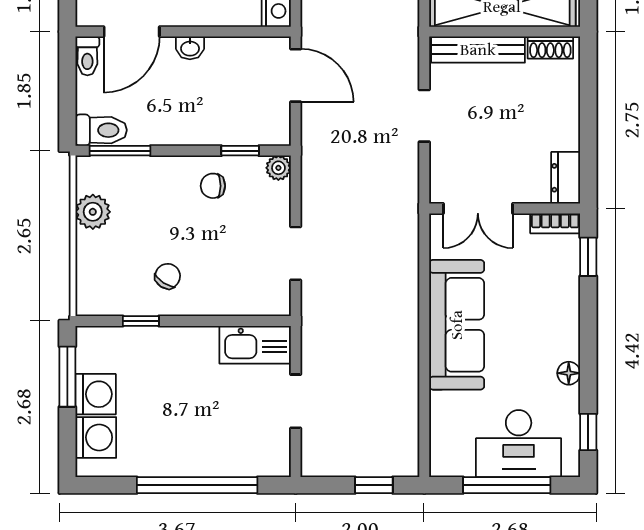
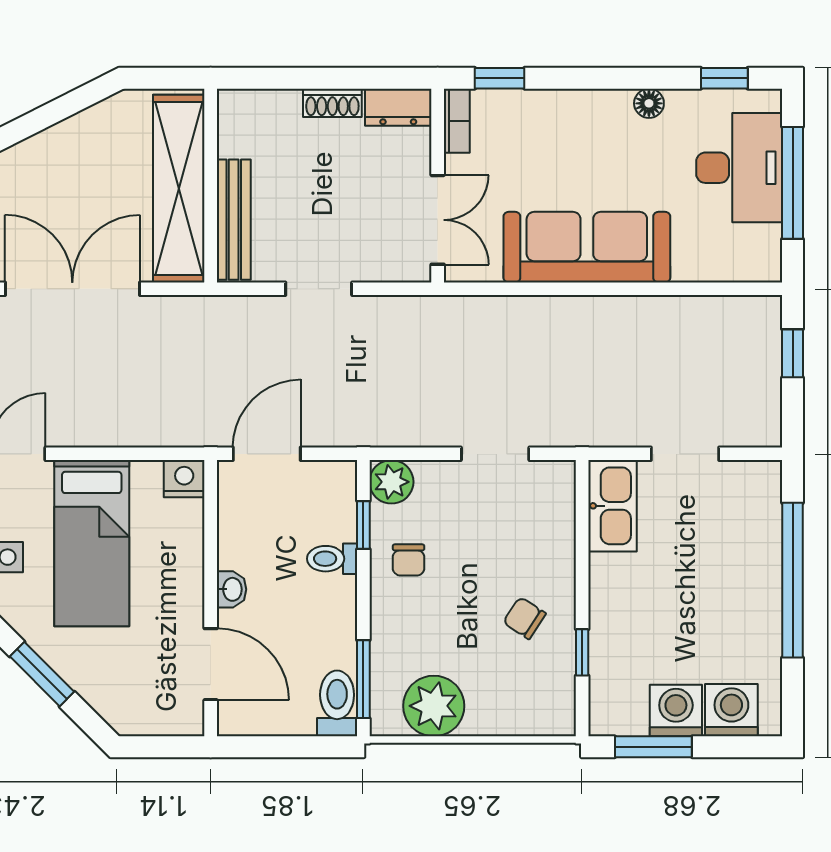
shoe rack: (550, 48) -> (332, 103), moved, turned 90
toilet: (87, 56) -> (332, 559), moved, turned 180
plant: (278, 168) -> (391, 482), width x1.38, depth x1.38
plant: (93, 212) -> (434, 706), width x1.36, depth x1.36

